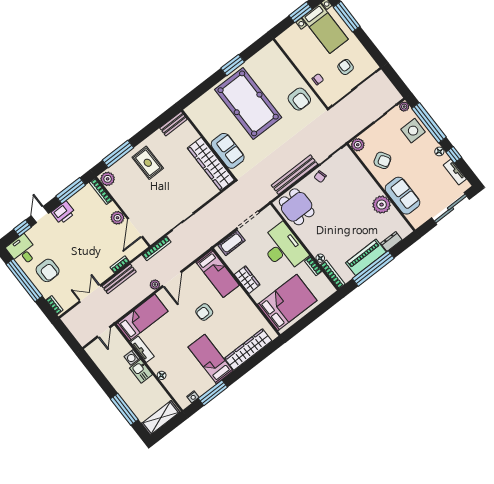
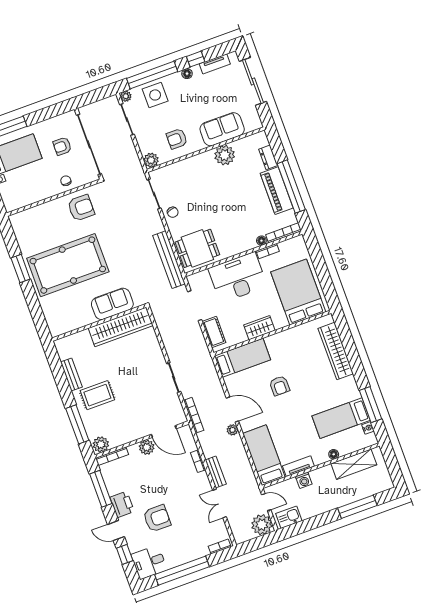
bench: (173, 124) -> (71, 374), moved
armchair: (382, 160) -> (177, 139), turned -149
bench: (294, 175) -> (169, 260), moved
armchair: (48, 270) -> (157, 518), moved
bench: (119, 279) -> (216, 472), width x0.73
plant: (84, 334) -> (262, 525), added
bed: (211, 359) -> (341, 418), moved
kitchen sink: (141, 371) -> (289, 517), moved, turned 180
shelving: (161, 418) -> (354, 464), moved, turned 90

